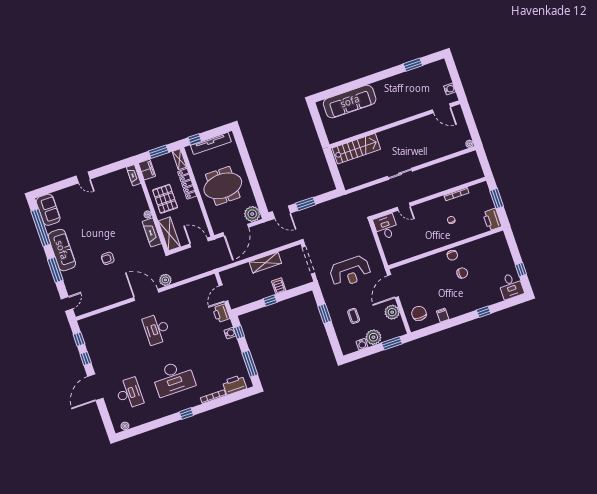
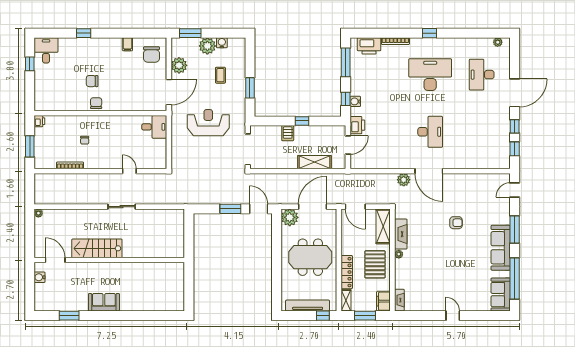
sofa: (350, 101) -> (104, 302), moved, width x0.54, depth x0.79
stairs: (356, 149) -> (97, 248), moved
printer: (492, 219) -> (39, 121), width x0.53, depth x0.68
desk: (386, 227) -> (154, 127), moved, turned -90
shelving: (265, 263) -> (314, 162), moved

